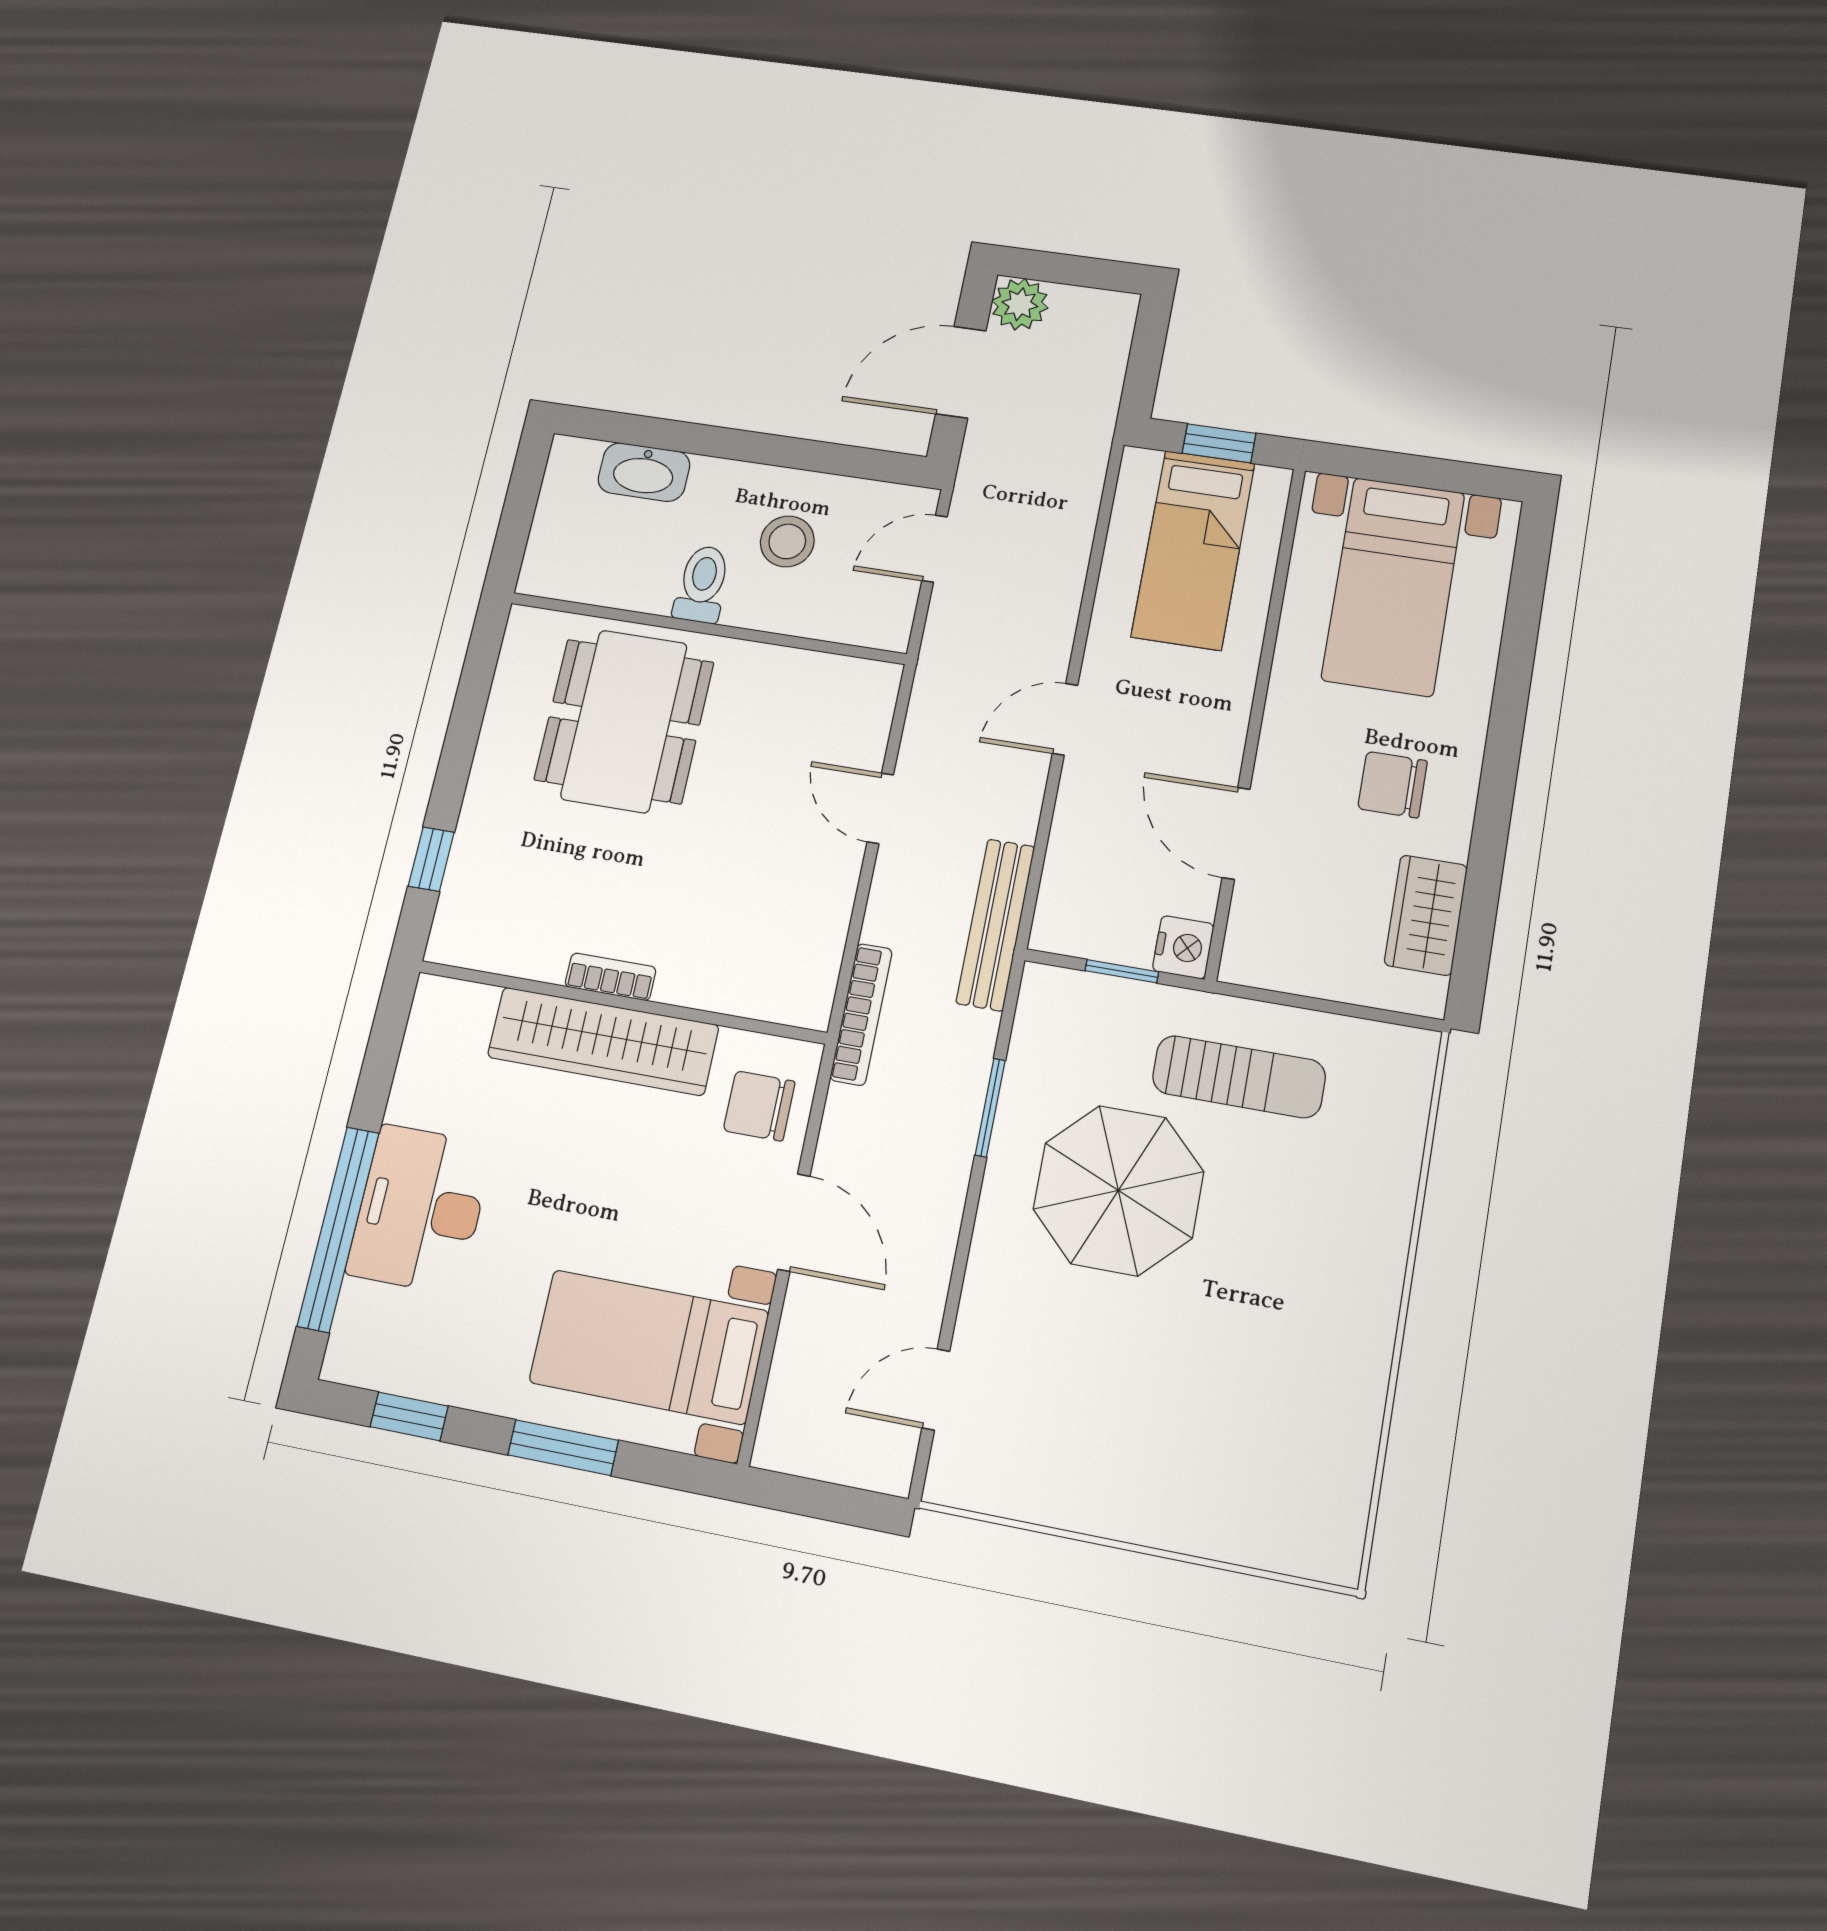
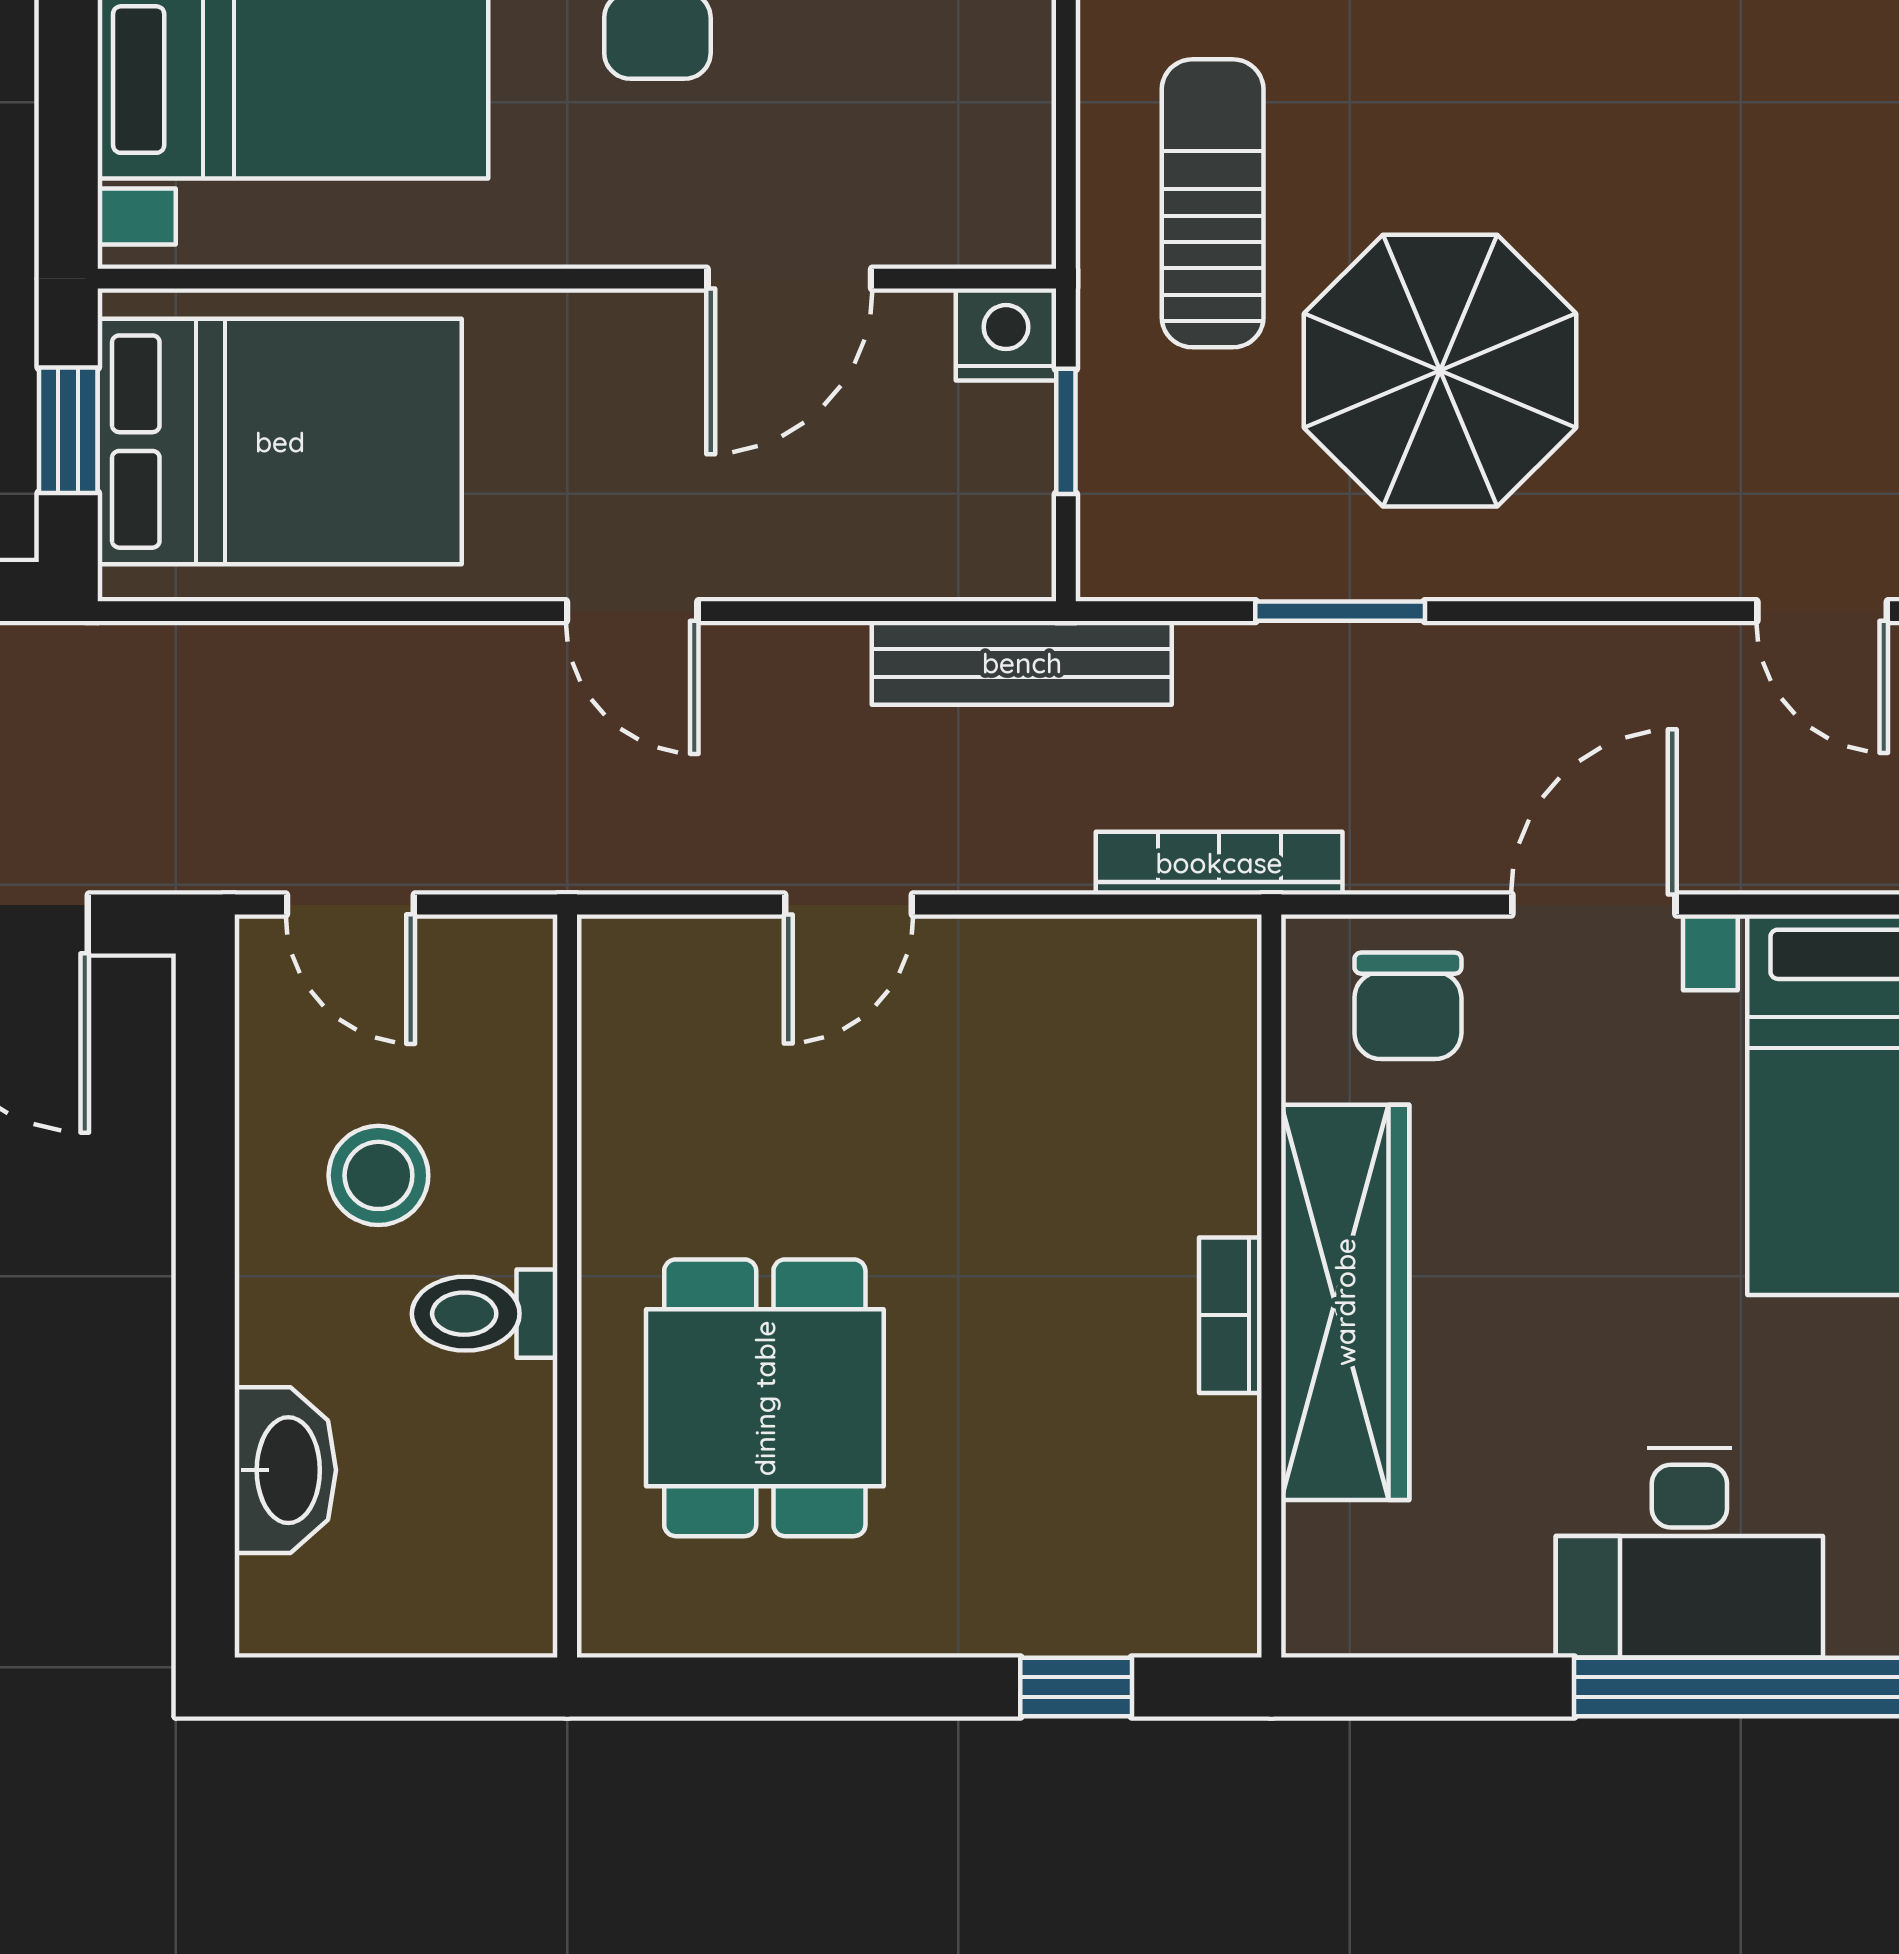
bed: (1193, 550) -> (280, 442), width x1.50
dining table: (624, 721) -> (765, 1398), width x0.73

